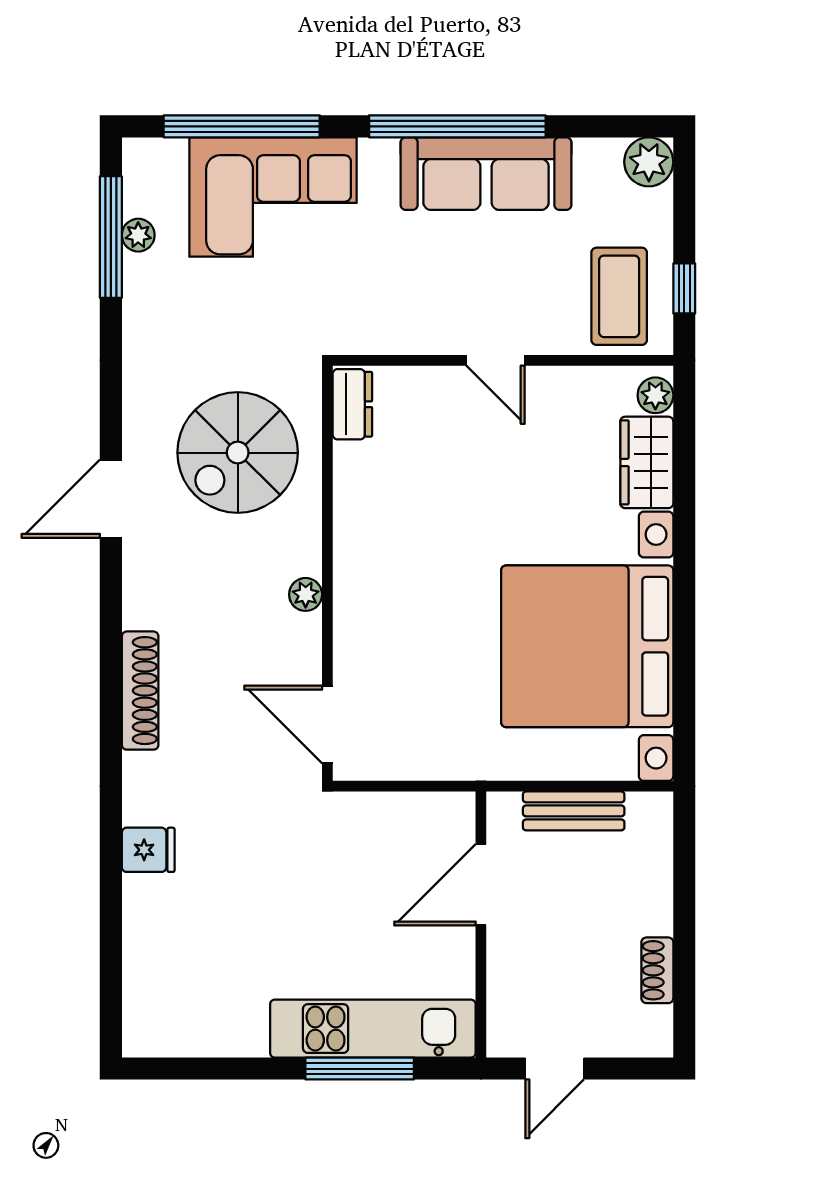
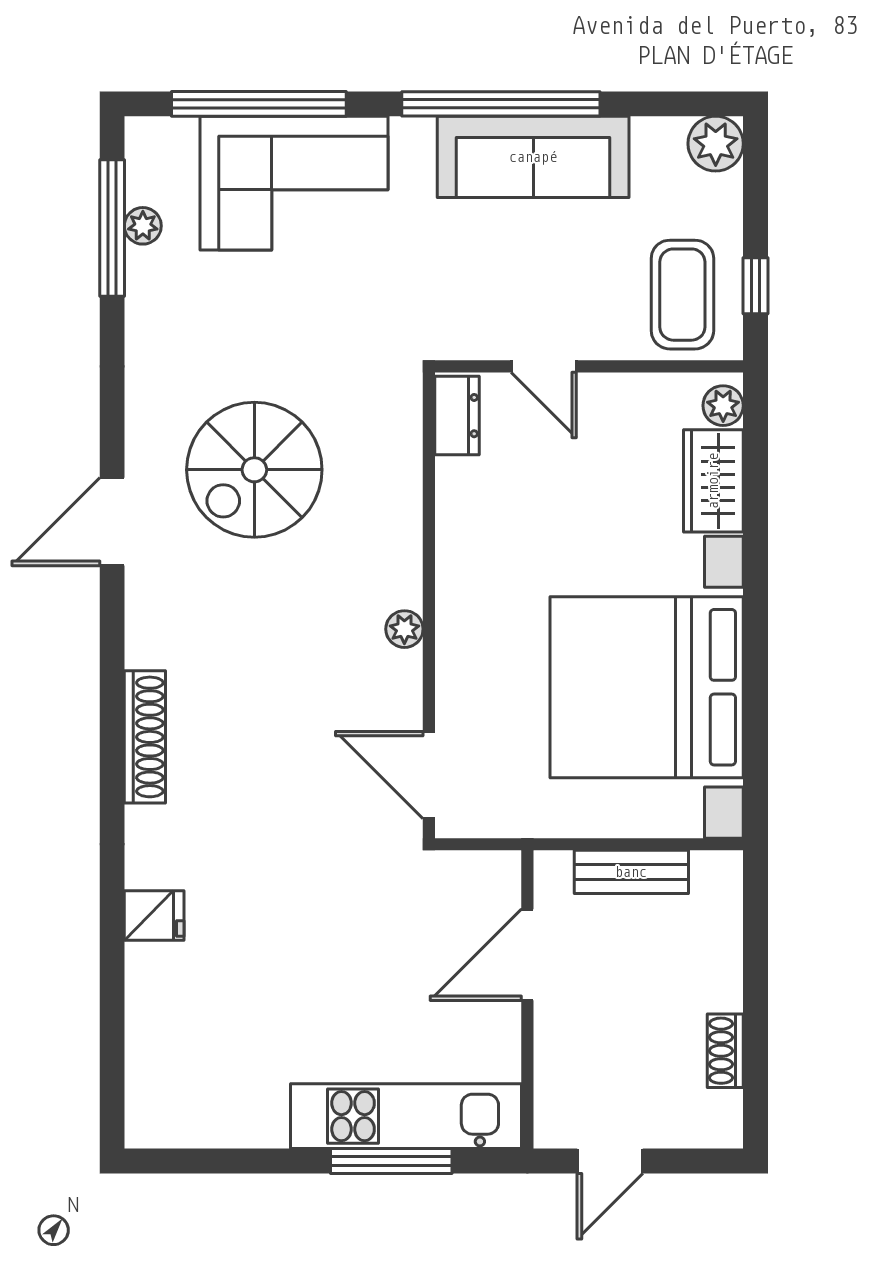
dresser: (352, 404) -> (457, 416), moved
wall: (327, 573) -> (429, 605), moved
plant: (306, 594) -> (404, 629), moved
door: (327, 725) -> (429, 775), moved

